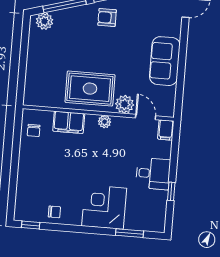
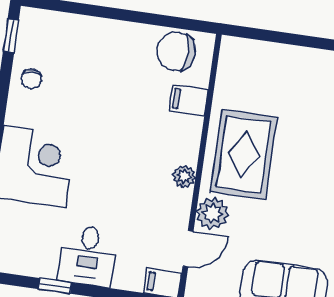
filing cabinet: (69, 122) -> (189, 100), width x0.50
chair: (34, 130) -> (176, 51), width x1.87, depth x1.87

